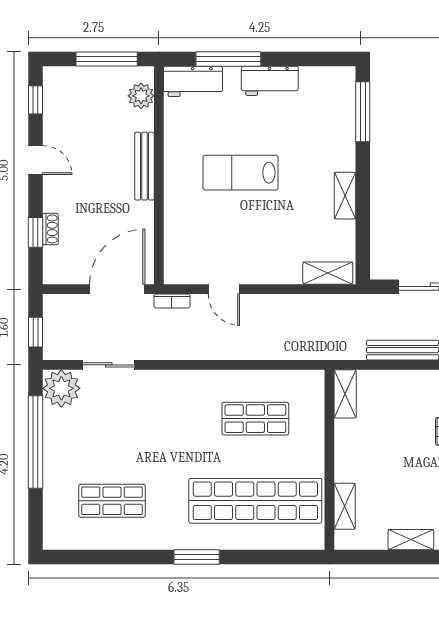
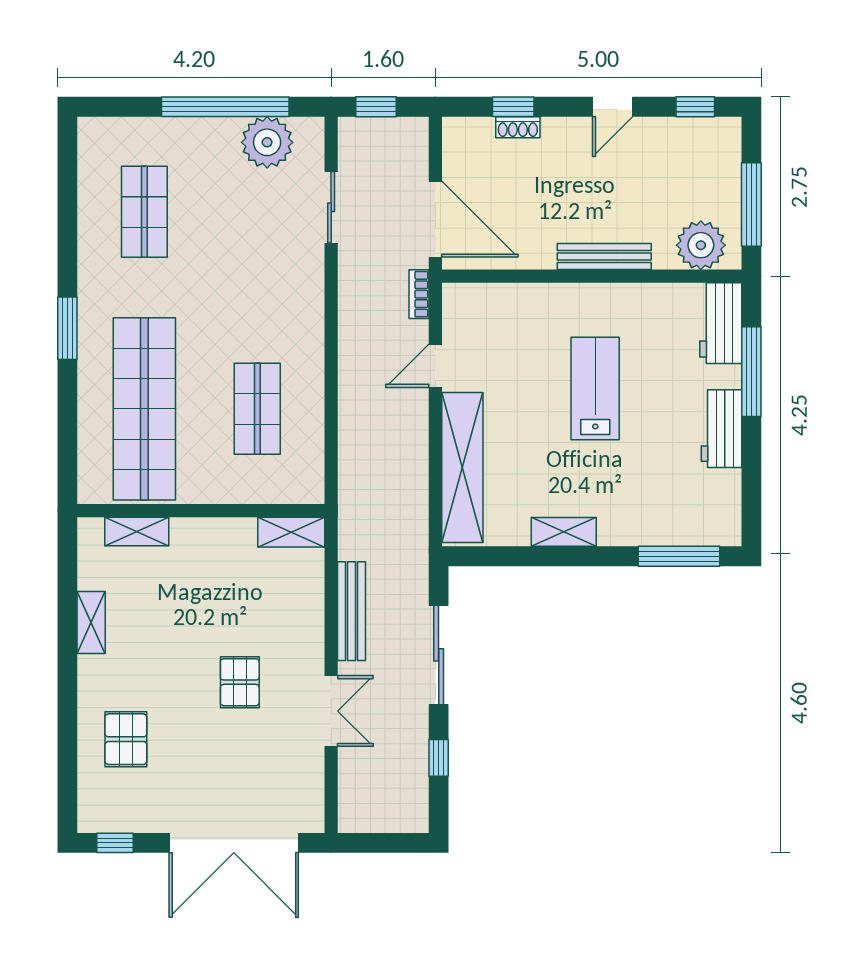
plant: (141, 96) -> (701, 245), width x1.36, depth x1.36
shelving: (328, 273) -> (462, 467), width x2.20, depth x1.33
plant: (61, 388) -> (267, 142), moved

